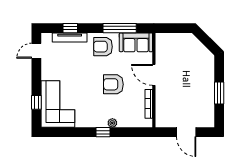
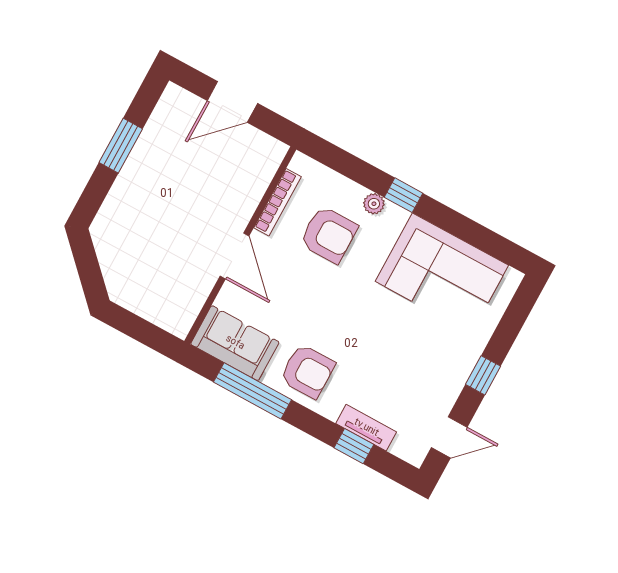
tv unit: (70, 37) -> (366, 428), width x0.71
armchair: (113, 84) -> (329, 235), moved
window: (36, 102) -> (483, 375), moved
corner sofa: (58, 104) -> (442, 273), moved, turned -90
door: (186, 132) -> (232, 102), swing flipped

